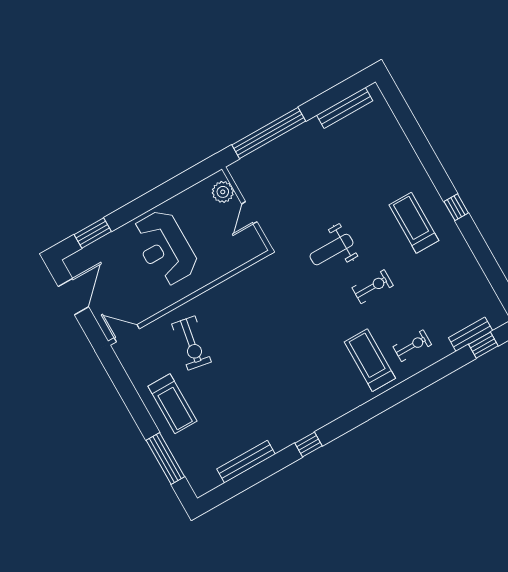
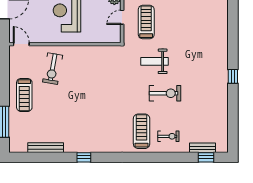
treadmill: (414, 223) -> (146, 22), moved
exercise bike: (373, 287) -> (165, 93), width x1.38, depth x1.39

